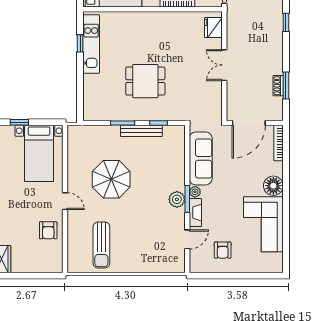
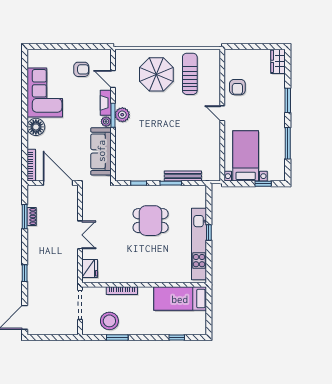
window: (80, 43) -> (209, 233), moved
kitchen unit: (91, 44) -> (199, 244), width x1.36
door: (249, 123) -> (58, 183), hinge flipped
bench: (141, 131) -> (183, 176), moved
parasol: (111, 179) -> (156, 74), moved
armchair: (48, 230) -> (237, 87), turned 180
door: (187, 239) -> (113, 79), hinge flipped
armchair: (223, 250) -> (81, 69), turned 90

